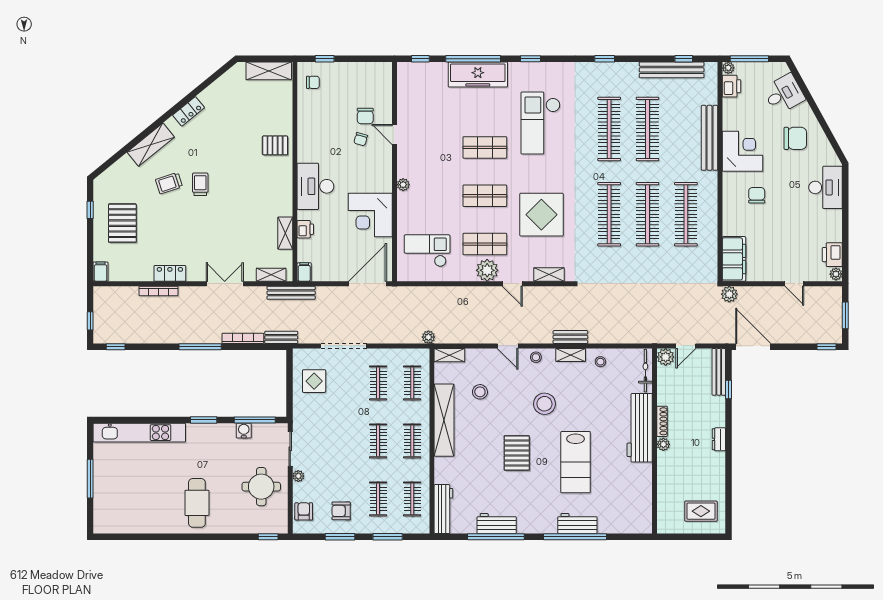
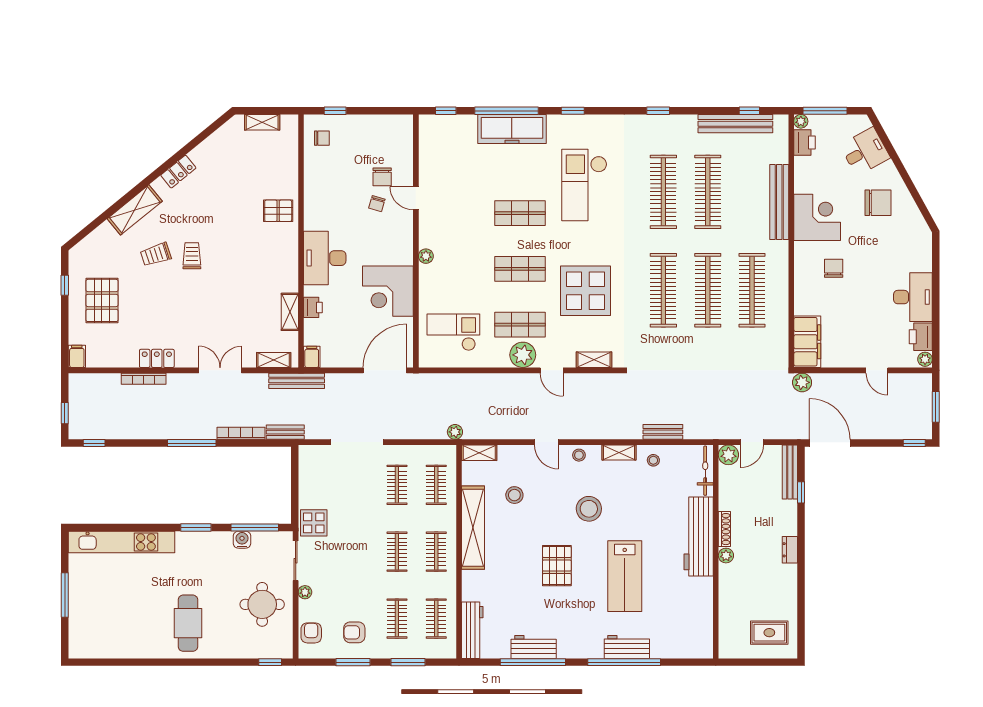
shelving: (269, 71) -> (262, 122), width x0.67, depth x0.75
desk: (825, 187) -> (913, 297), moved
bench: (570, 337) -> (663, 432), moved
display table: (314, 381) -> (314, 523), moved

